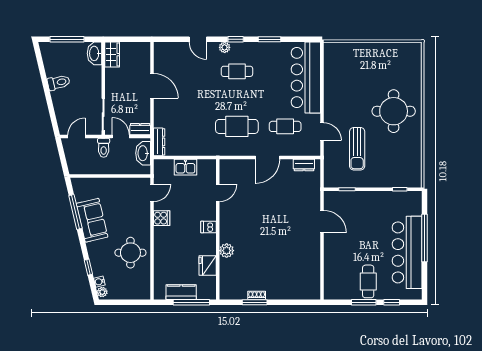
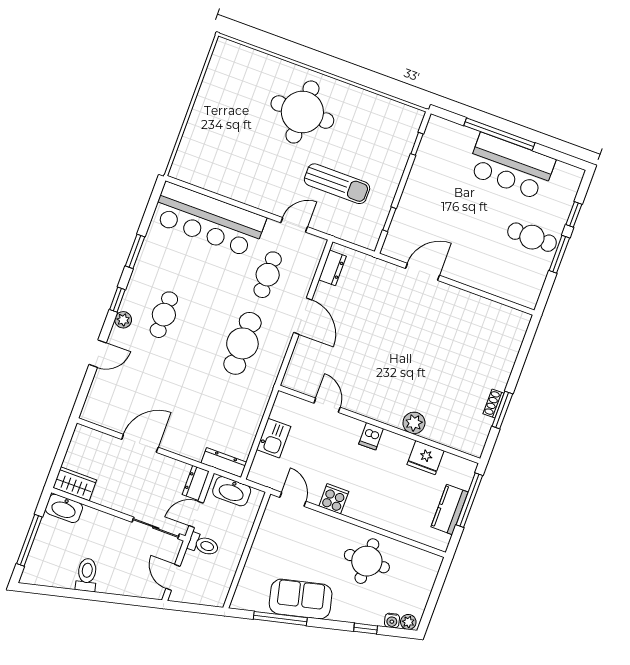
bar counter: (407, 252) -> (511, 167), width x0.73

